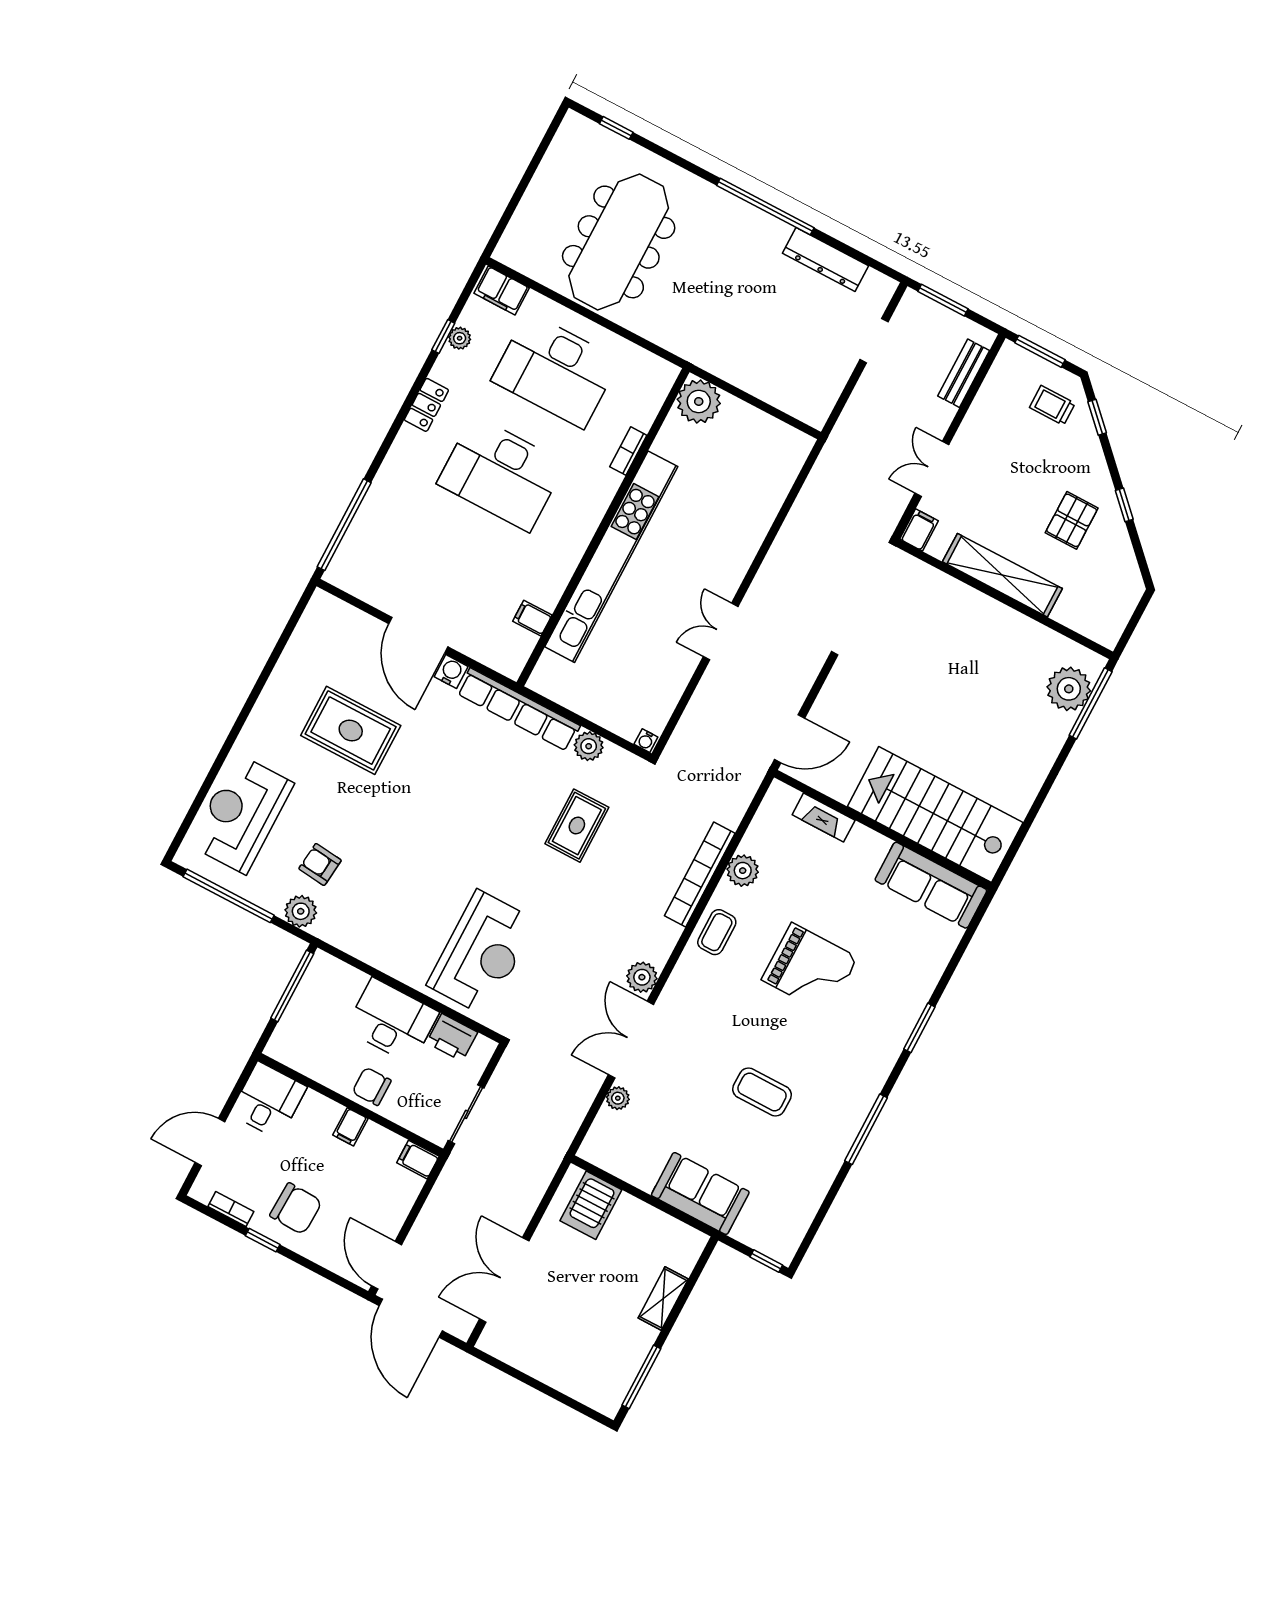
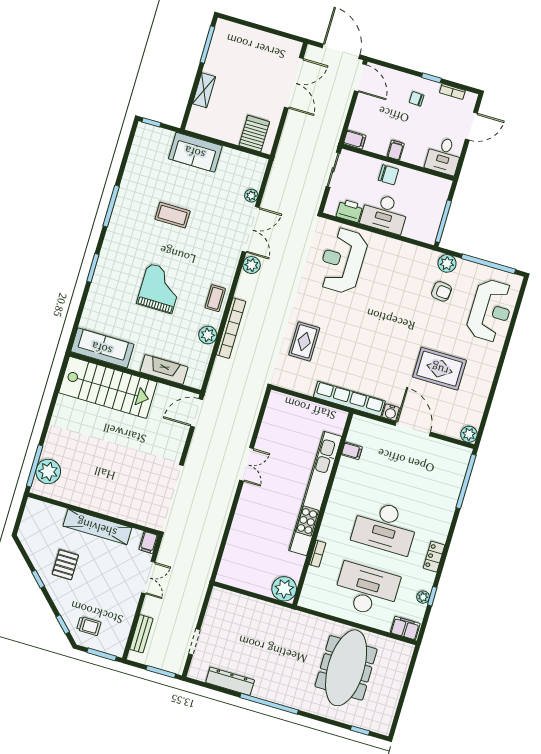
desk: (501, 473) -> (385, 527), turned 180
water cooler: (646, 741) -> (276, 396), removed
plant: (589, 746) -> (469, 434), moved
fireplace: (824, 817) -> (164, 369), width x1.37, depth x1.32
grand piano: (810, 969) -> (160, 288), turned 90
chair: (296, 1209) -> (417, 99), width x0.54, depth x0.54

